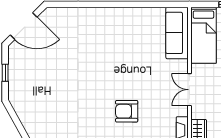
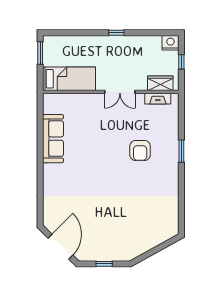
sofa: (177, 33) -> (53, 139), moved, turned -90

